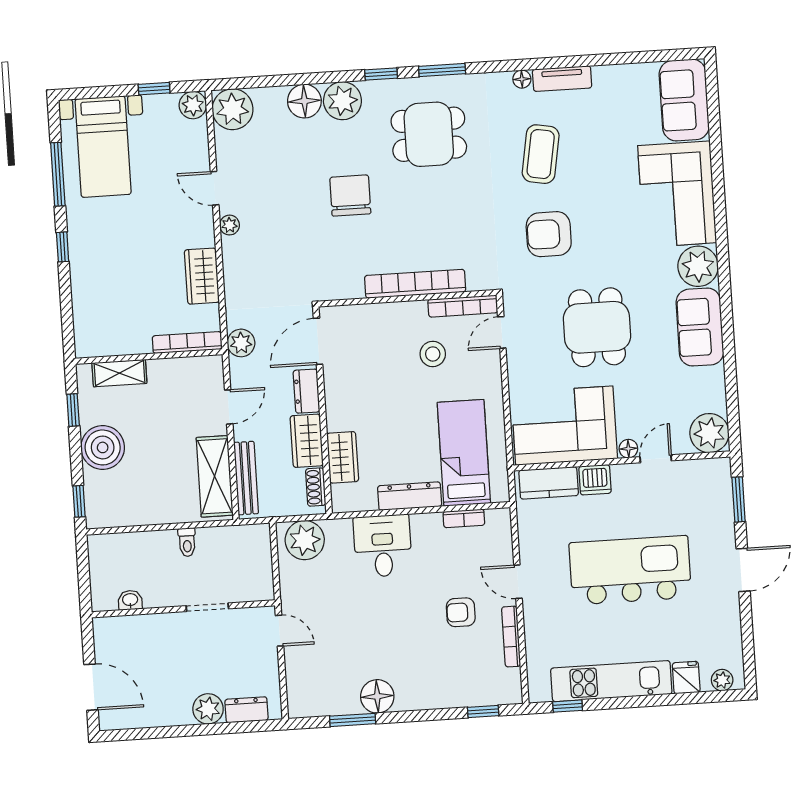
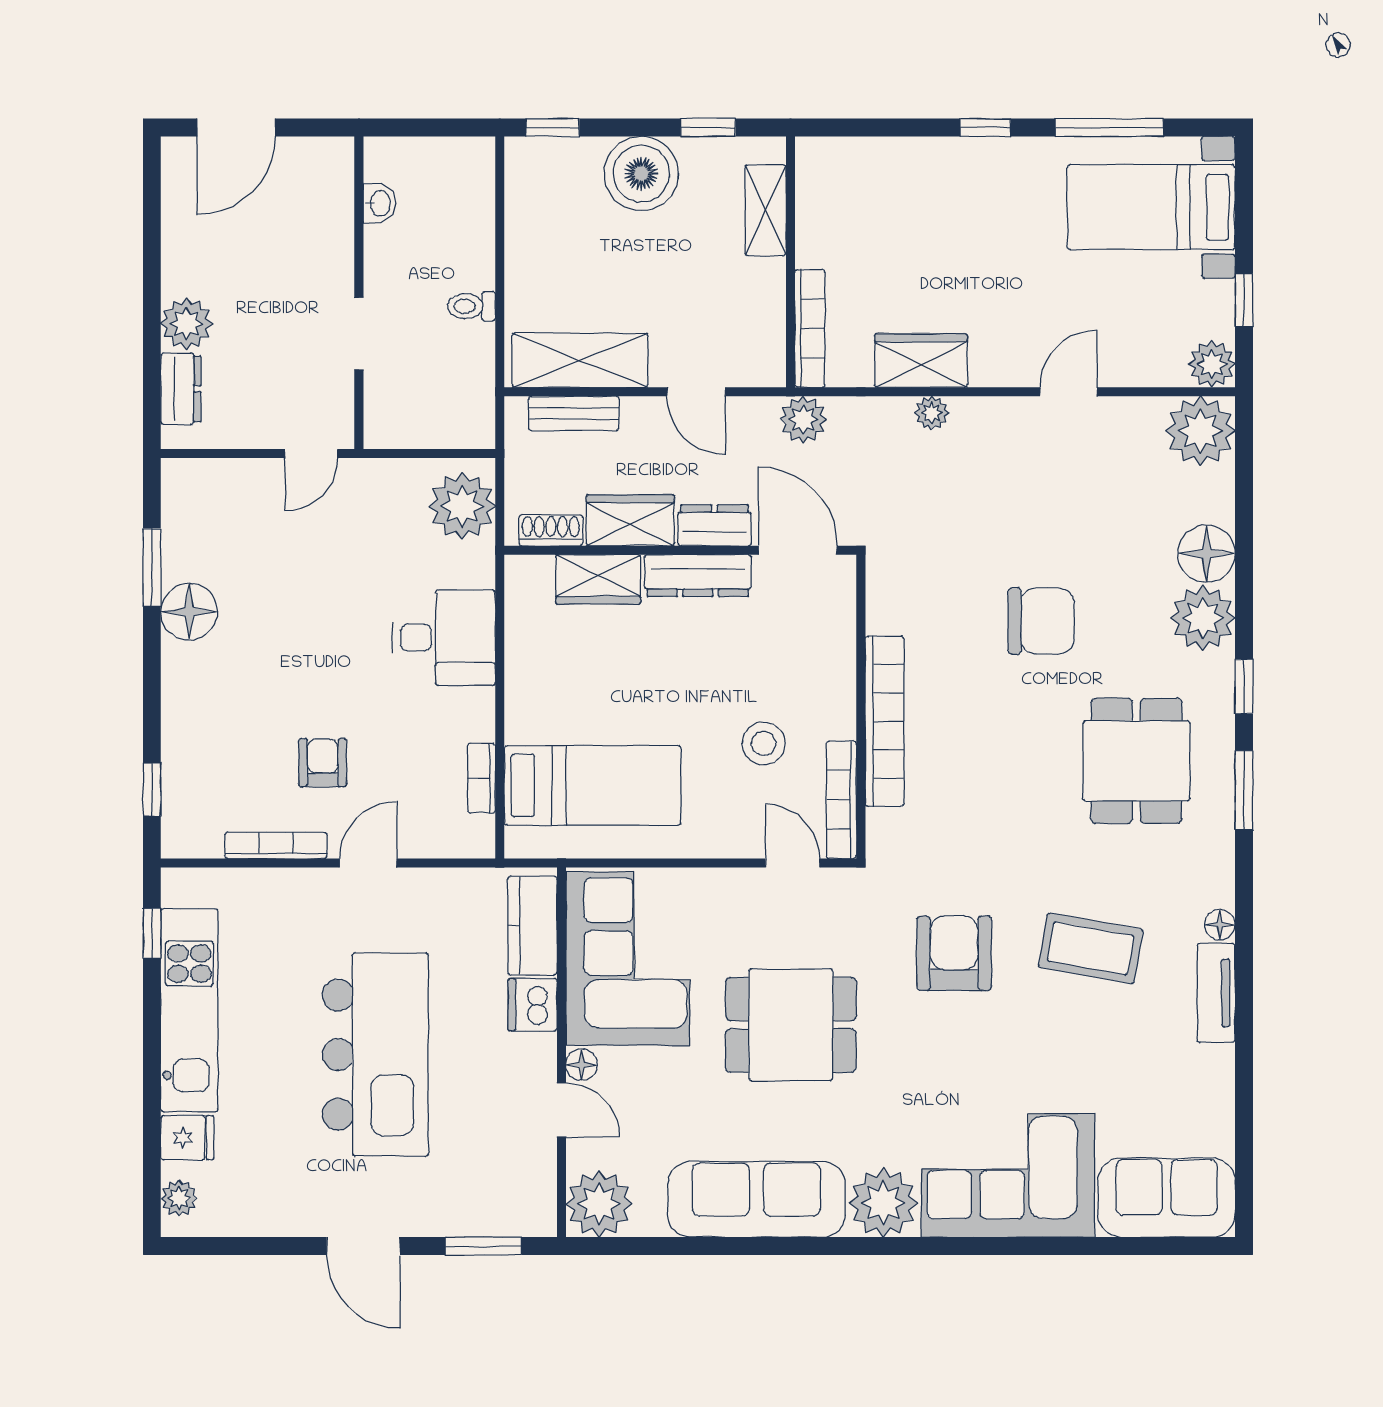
plant: (229, 225) -> (932, 413), moved
sofa: (700, 327) -> (756, 1199), width x1.36
bench: (246, 478) -> (574, 413), width x0.73
dresser: (410, 496) -> (698, 576), moved, turned 90

